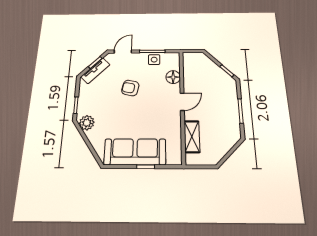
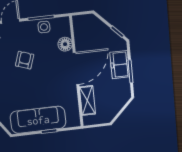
armchair: (130, 88) -> (25, 60), turned 97
door: (182, 102) -> (76, 69), width x1.87
freezer: (229, 103) -> (120, 65), added

